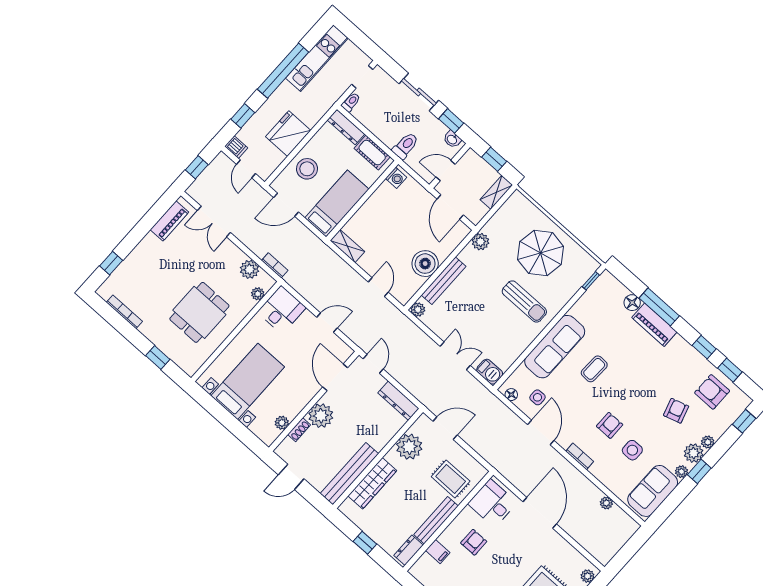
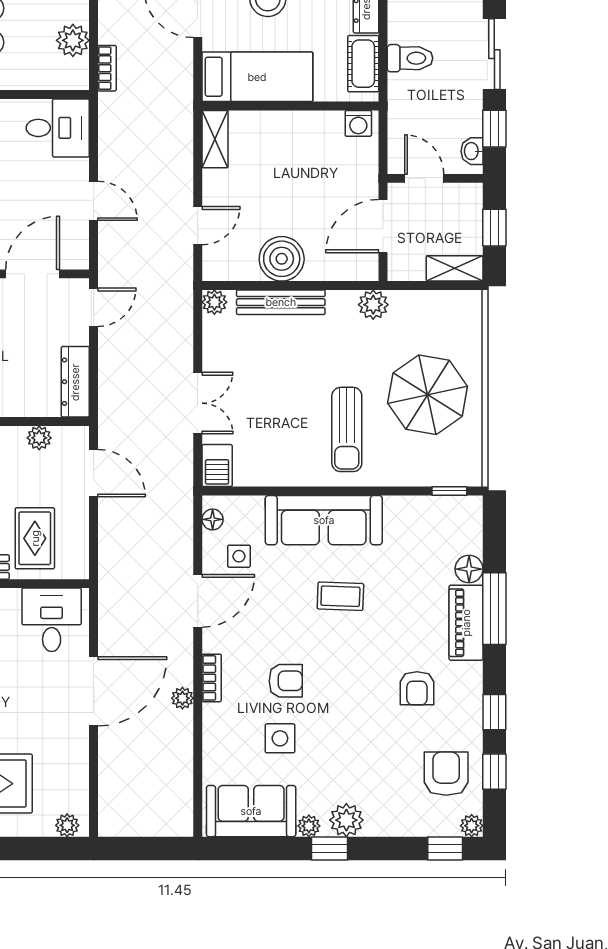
toilet: (405, 146) -> (410, 58), moved
plant: (258, 294) -> (51, 79), removed
armchair: (676, 411) -> (417, 688), moved, turned 107
plant: (708, 442) -> (472, 826), moved
plant: (409, 447) -> (39, 438), width x0.53, depth x0.53
plant: (606, 503) -> (182, 698), moved

